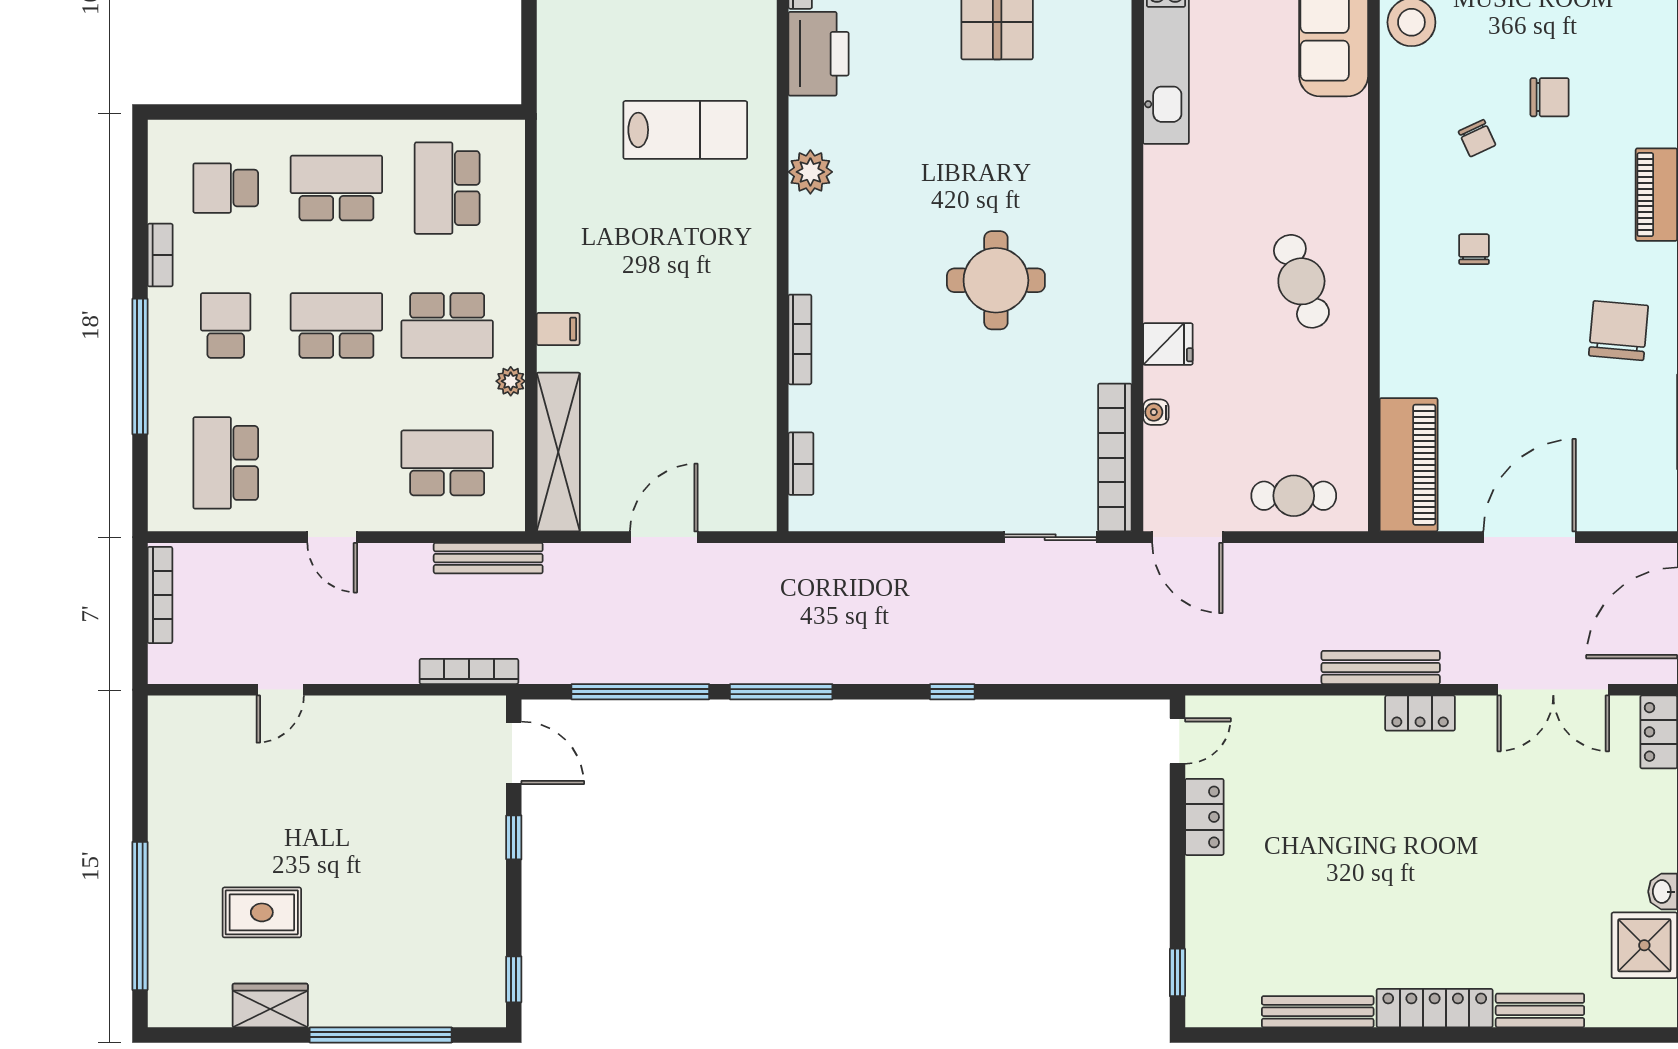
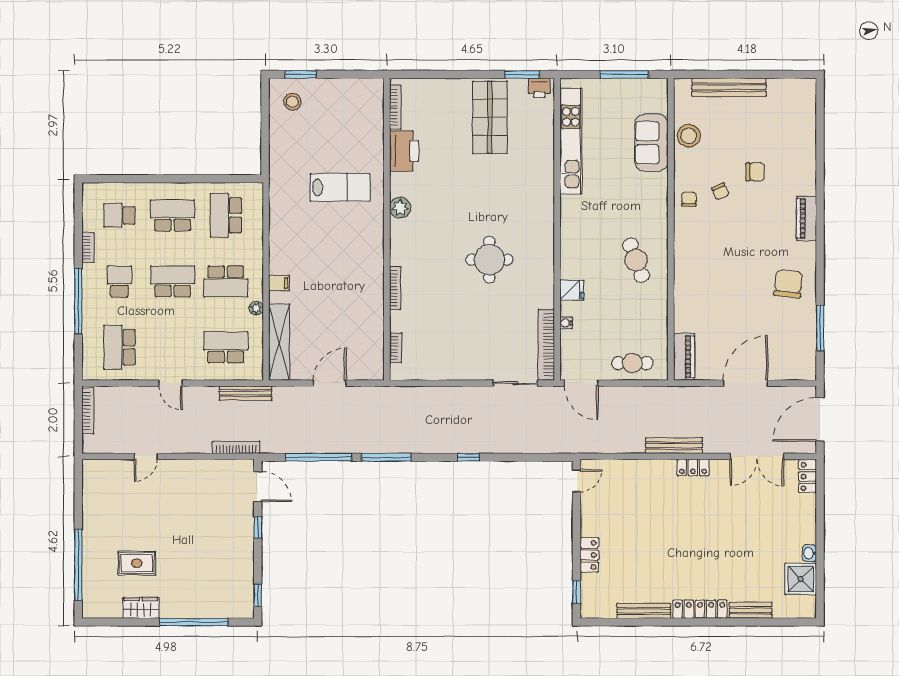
chair: (1474, 249) -> (689, 199), moved
piano: (1409, 465) -> (684, 357), width x0.73, depth x0.75
locker: (1204, 817) -> (589, 555), moved

